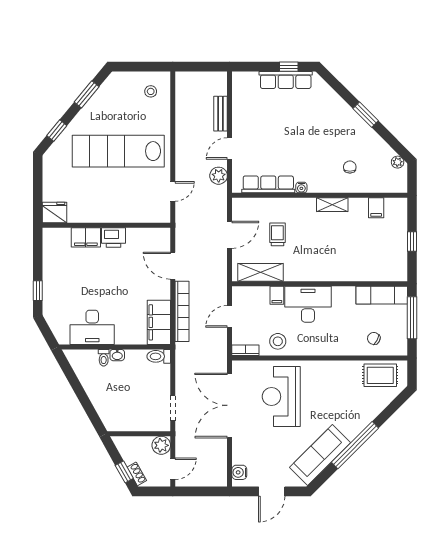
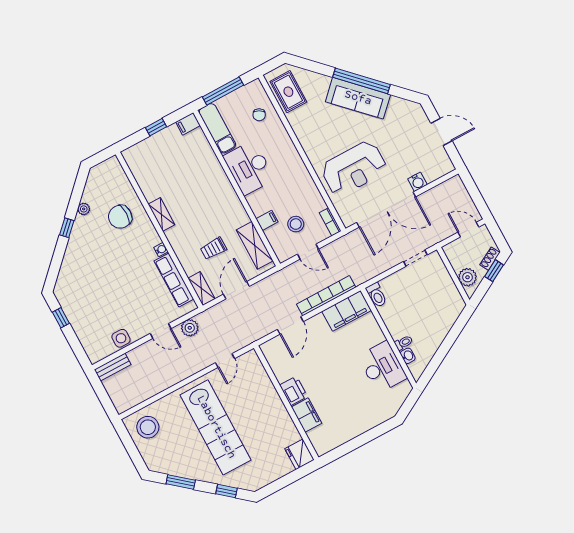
row of seats: (286, 80) -> (74, 314), removed
stool: (151, 91) -> (148, 427), width x1.89, depth x1.89
side table: (242, 110) -> (121, 338), added
bench: (221, 114) -> (113, 367), moved
window: (366, 115) -> (67, 228), width x0.67
plant: (398, 162) -> (84, 209), moved
chair: (350, 167) -> (120, 217), width x1.87, depth x1.87
door: (173, 191) -> (225, 361), swing flipped
shelving: (248, 205) -> (201, 288), added
filing cabinet: (376, 208) -> (188, 124), moved, turned 180
door: (230, 235) -> (236, 290), hinge flipped
window: (38, 291) -> (376, 432), removed
desk: (308, 304) -> (249, 168), moved
stool: (278, 341) -> (296, 224), moved
washbasin: (117, 355) -> (408, 356), moved
plant: (161, 445) -> (468, 277), moved
sofa: (320, 455) -> (358, 98), moved
water cooler: (239, 472) -> (417, 182), moved

